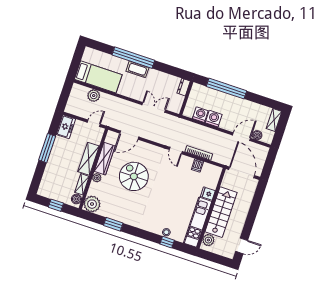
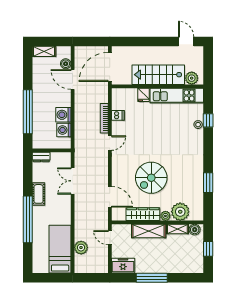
cot: (137, 69) -> (38, 194), moved
plant: (92, 204) -> (180, 212), moved

